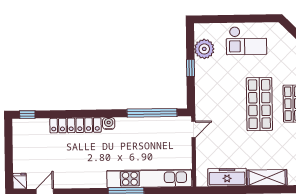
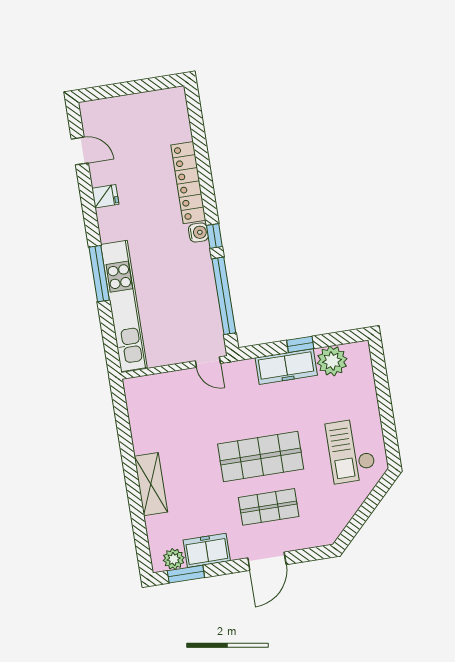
checkout: (246, 41) -> (351, 451), moved
window: (27, 115) -> (214, 236), moved
freezer: (227, 177) -> (286, 367), moved, turned 90
fridge: (20, 181) -> (105, 196), moved

